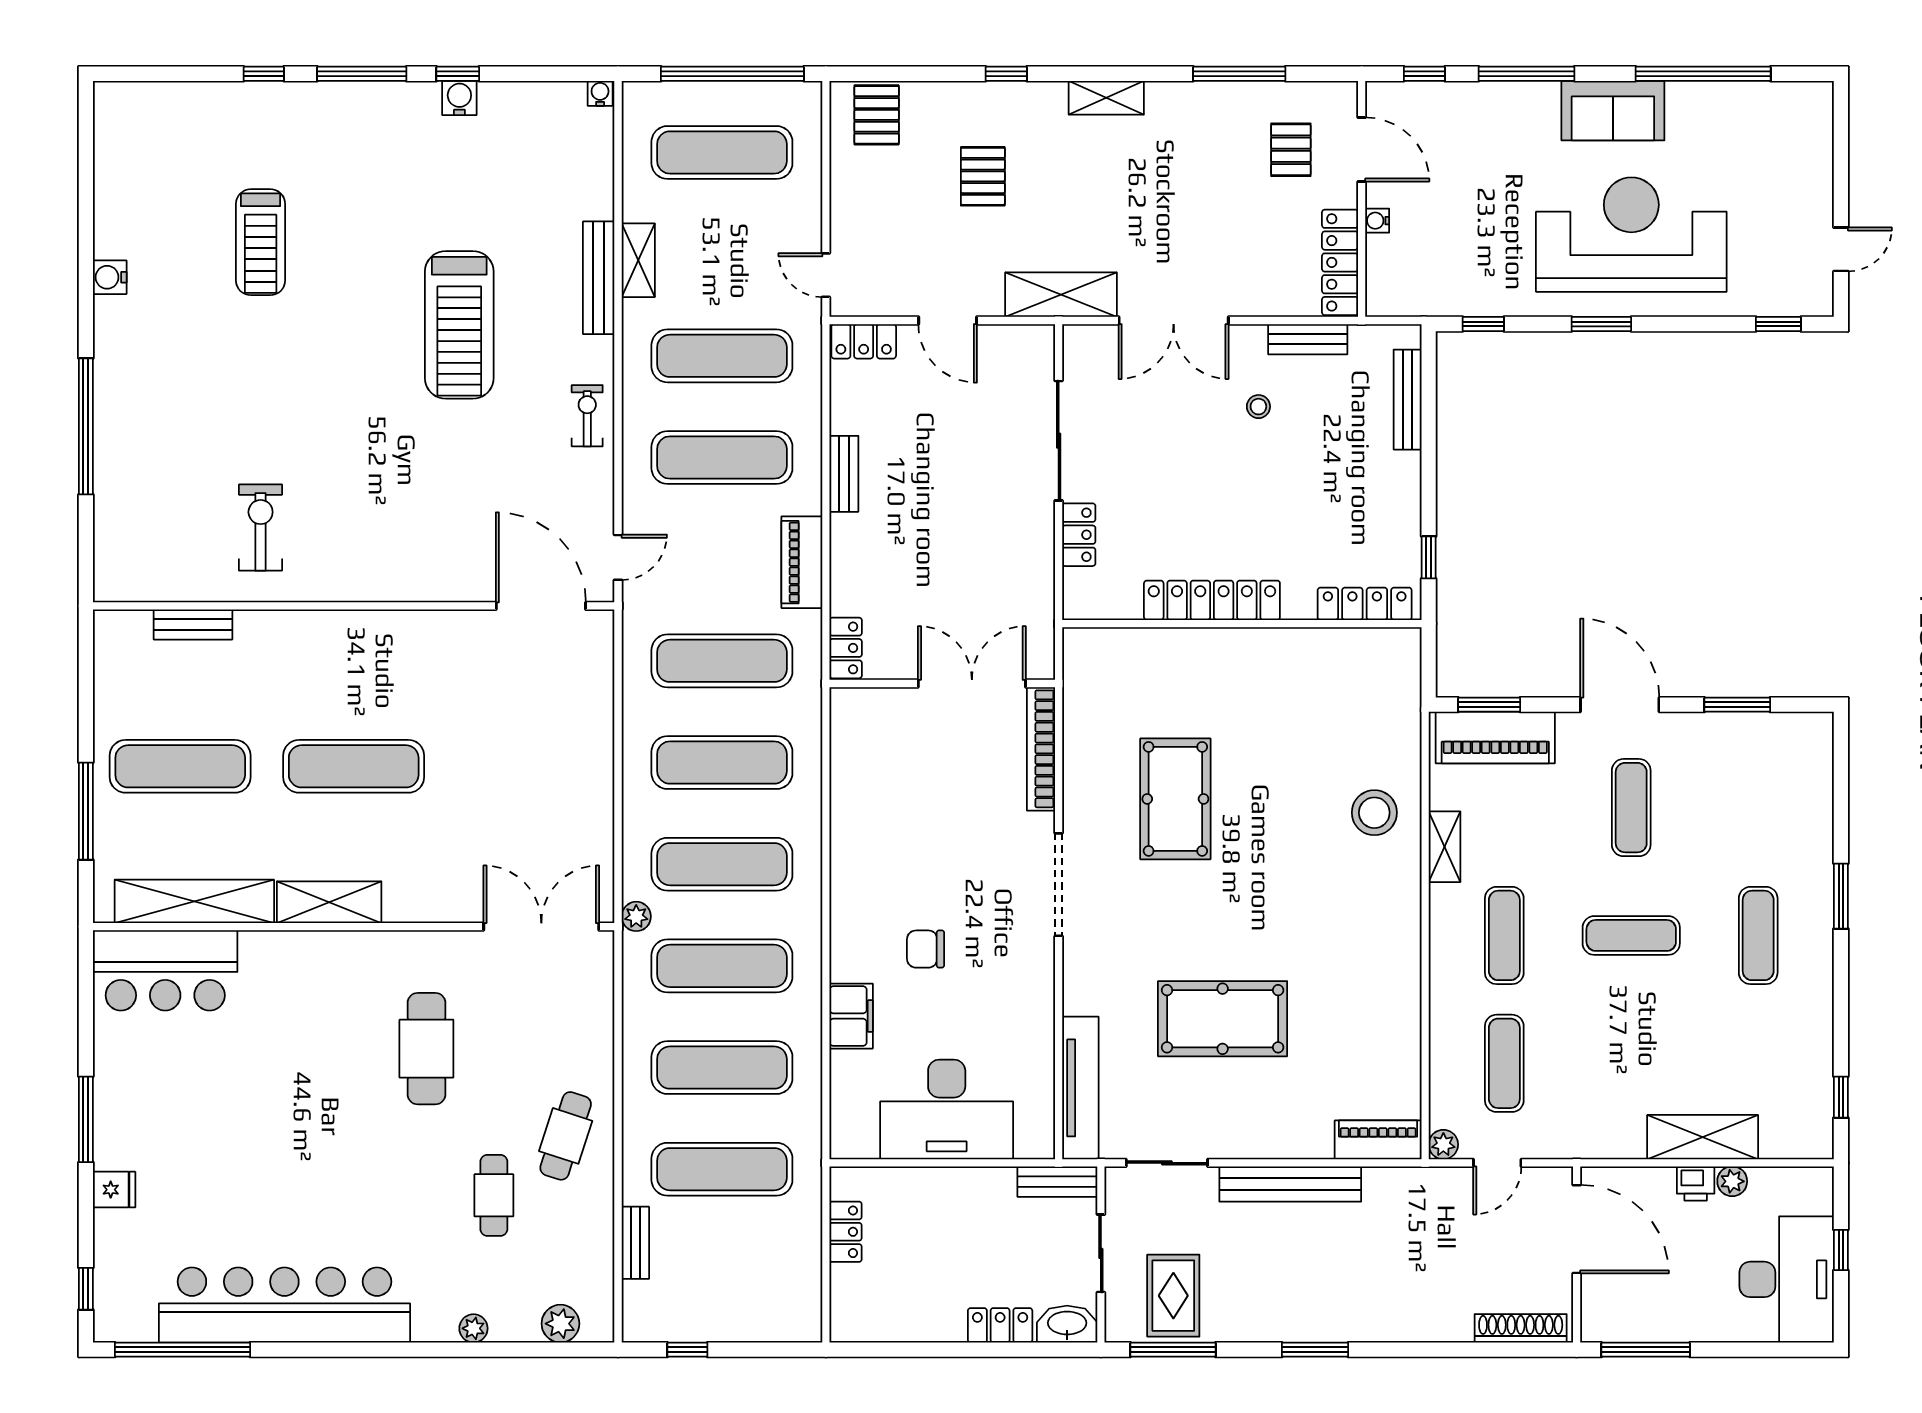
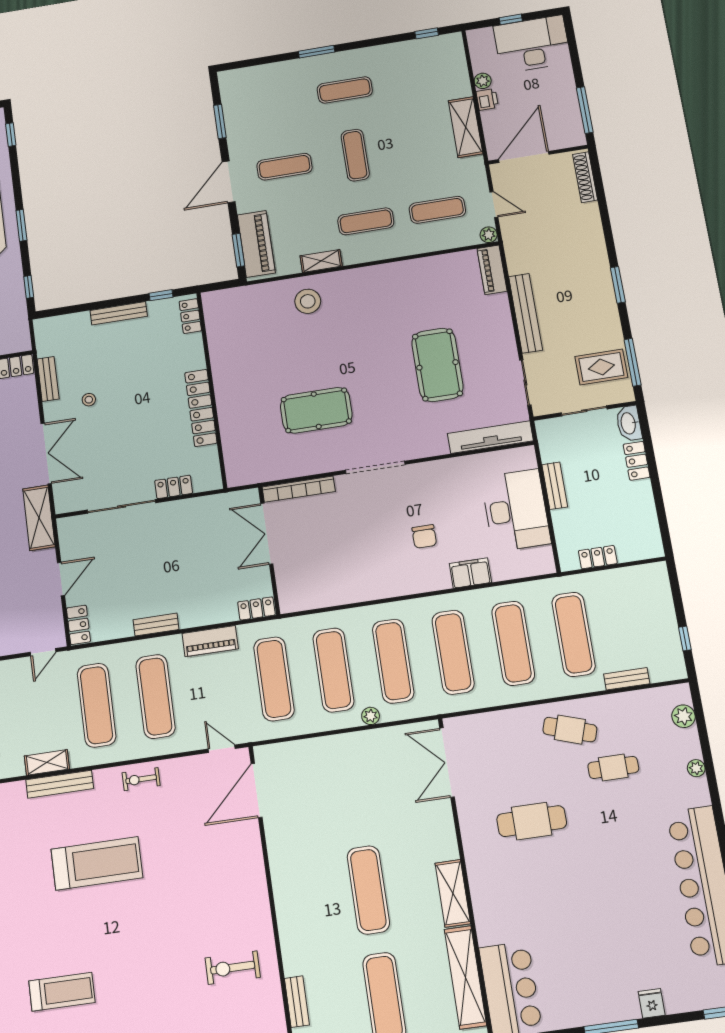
bench: (1408, 400) -> (119, 313), moved
locker: (1365, 604) -> (190, 316), width x0.66
plant: (636, 916) -> (371, 716), moved
shelving: (1703, 1137) -> (466, 127), moved
bench: (1057, 1182) -> (555, 486), moved

